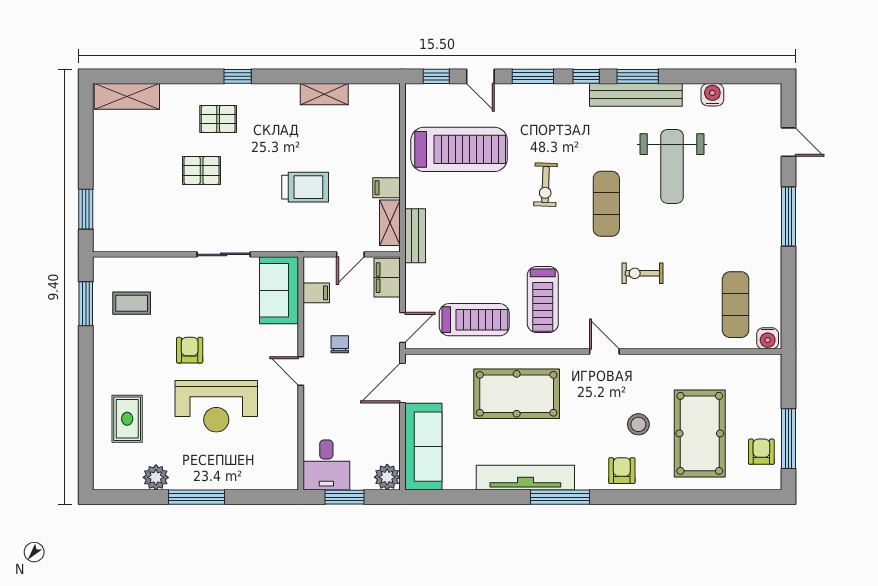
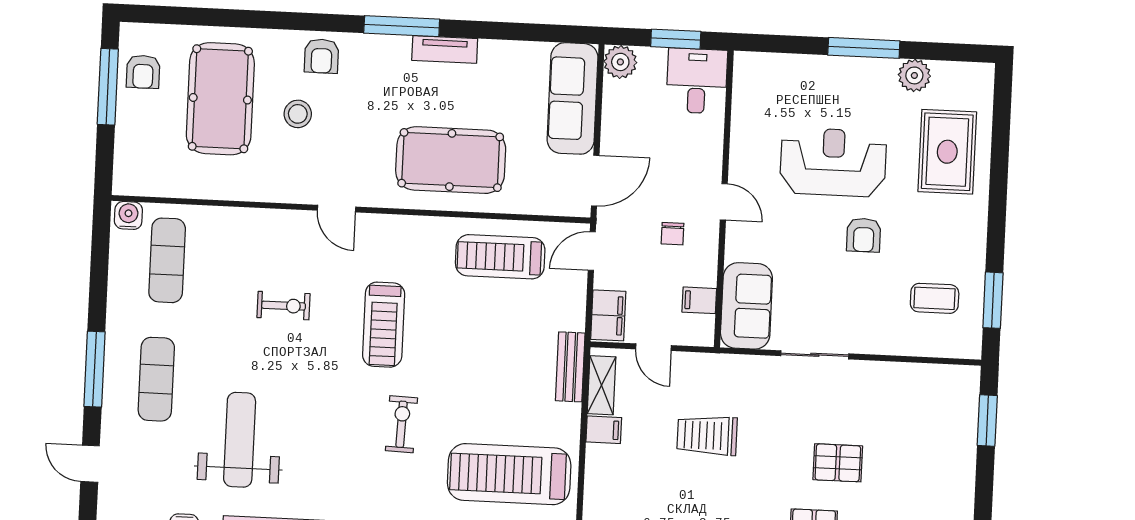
exercise mat: (606, 204) -> (156, 379), moved
door: (350, 254) -> (654, 347), swing flipped
treadmill: (543, 300) -> (384, 325), moved, turned 180
rug: (127, 419) -> (947, 152), width x1.36, depth x1.43
tv unit: (525, 478) -> (445, 49), width x0.52, depth x0.78

